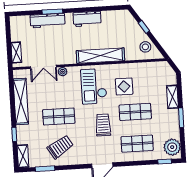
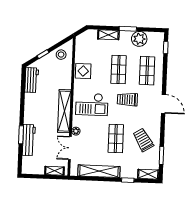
workbench: (87, 19) -> (32, 80), moved
shelving: (100, 56) -> (64, 111), moved
double door: (43, 67) -> (70, 148), swing flipped
display table: (124, 86) -> (83, 71), moved
plant: (172, 147) -> (139, 39), moved

